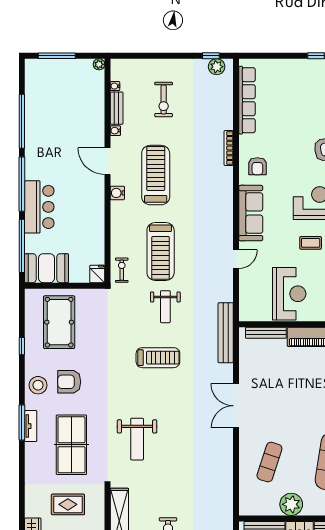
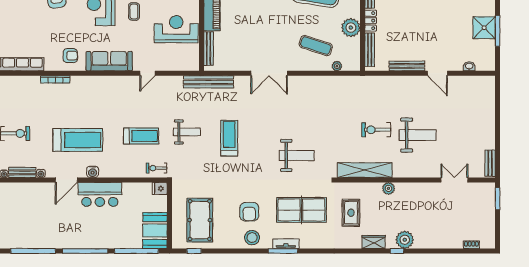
treadmill: (156, 175) -> (78, 140), turned 180
bar counter: (39, 207) -> (100, 194), moved, turned 180
treadmill: (161, 251) -> (141, 136), width x0.73, depth x0.73
door: (236, 259) -> (147, 73), swing flipped
pool table: (59, 322) -> (200, 220), turned 90
window: (22, 346) -> (194, 251), moved
plant: (245, 487) -> (337, 66), added

